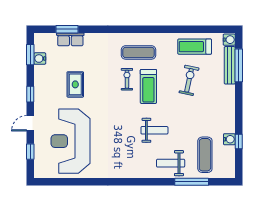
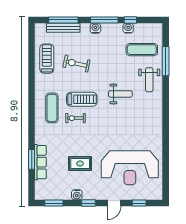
window: (67, 29) -> (32, 159), moved
row of seats: (70, 39) -> (40, 162), width x1.48
water cooler: (229, 40) -> (95, 28), moved
treadmill: (195, 47) -> (47, 59), turned 180
water cooler: (40, 59) -> (77, 195), moved
window: (239, 112) -> (104, 20), added
door: (30, 123) -> (114, 203), hinge flipped
weight bench: (154, 130) -> (120, 94), turned 90

